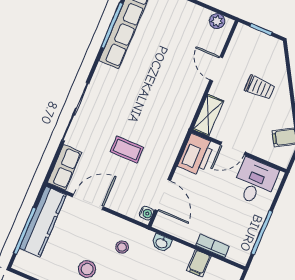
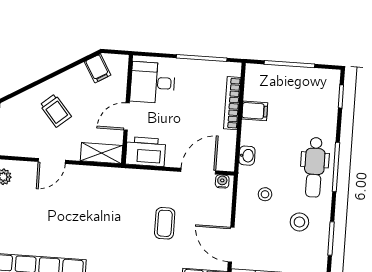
trolley: (260, 87) -> (56, 111), turned 140
door: (233, 148) -> (127, 116), swing flipped
bookcase: (213, 246) -> (232, 103), width x1.56

